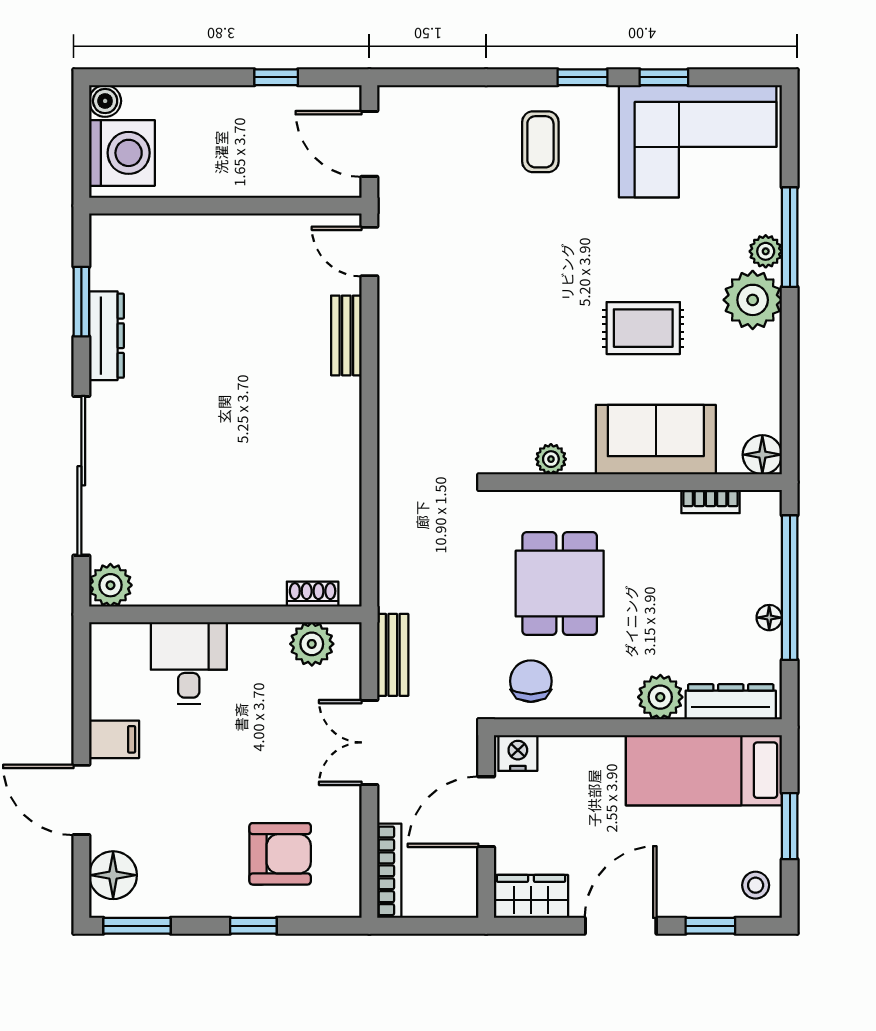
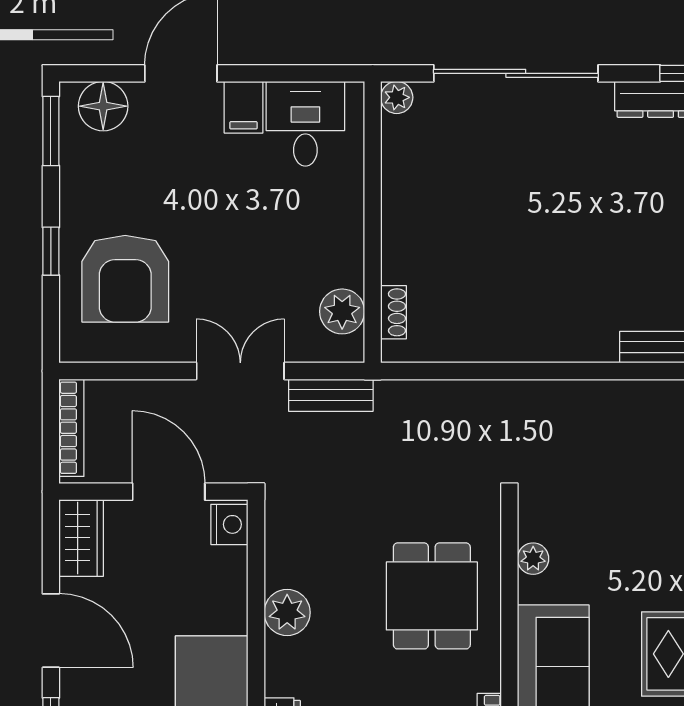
dining table: (560, 584) -> (432, 596), moved, turned 90
plant: (110, 585) -> (397, 97), width x0.73, depth x0.73
desk: (189, 663) -> (305, 124), moved, turned -90
chair: (531, 681) -> (304, 538), removed
plant: (660, 697) -> (287, 612), moved
armchair: (280, 854) -> (125, 279), width x1.36, depth x1.36
bookcase: (389, 871) -> (71, 428), moved, turned -90

